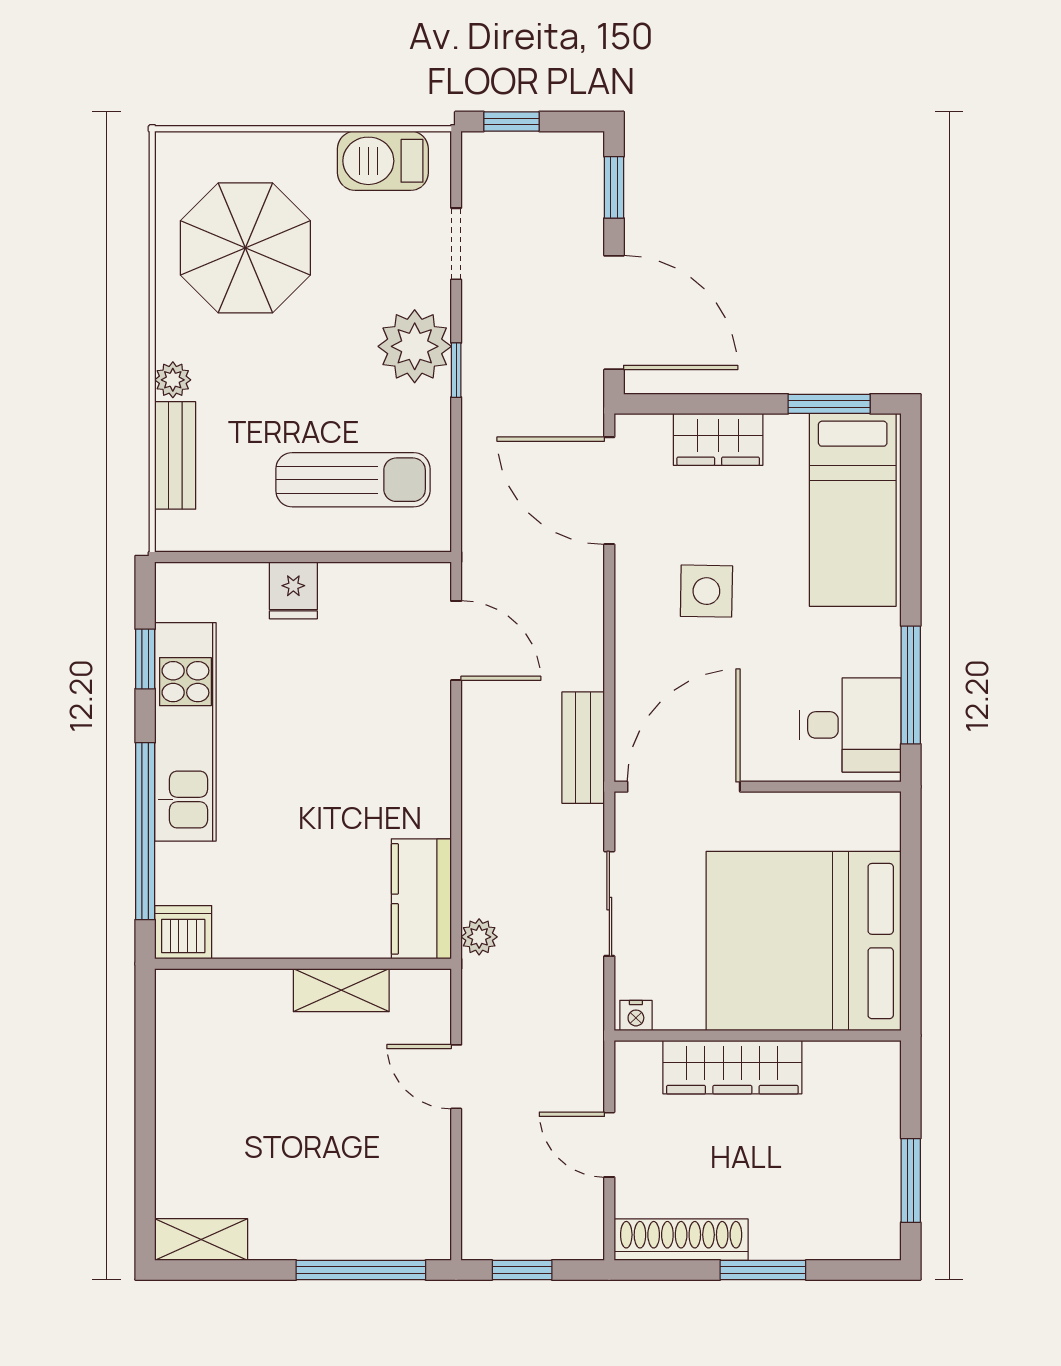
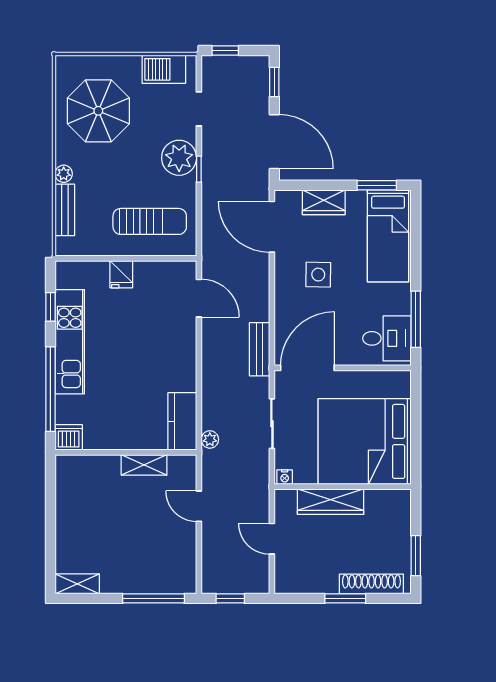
shoe rack: (681, 1240) -> (371, 584), moved

